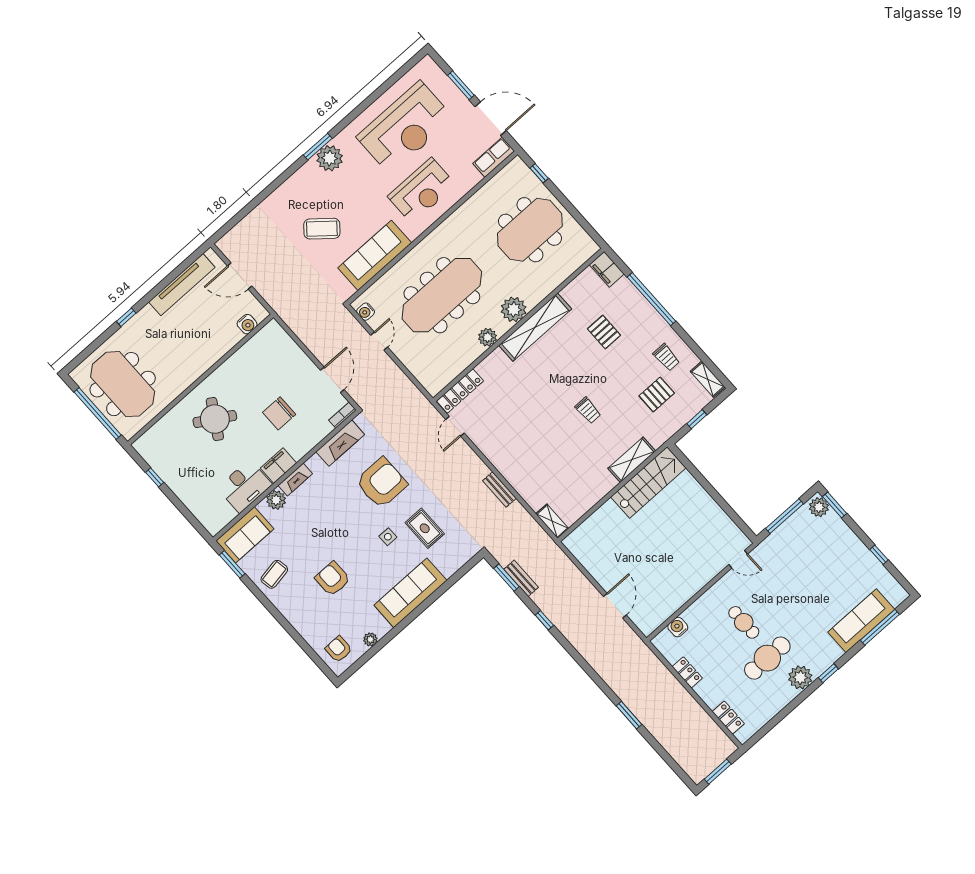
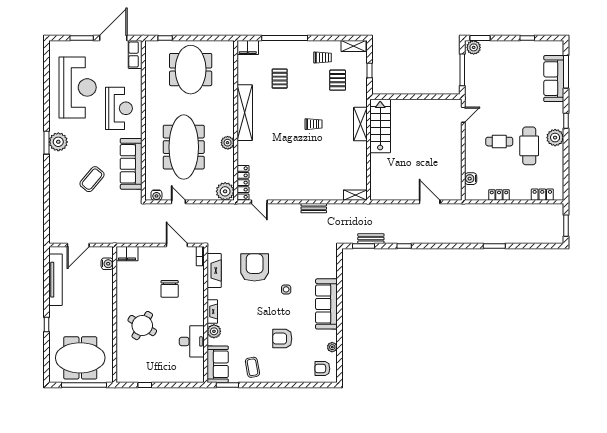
plant: (514, 309) -> (225, 191), moved
pallet: (604, 332) -> (280, 79), turned 90
filing cabinet: (279, 466) -> (127, 254), moved, turned -90
rug: (425, 528) -> (299, 266), removed

